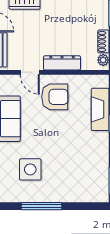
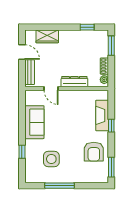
armchair: (55, 97) -> (94, 152), moved, turned 90

